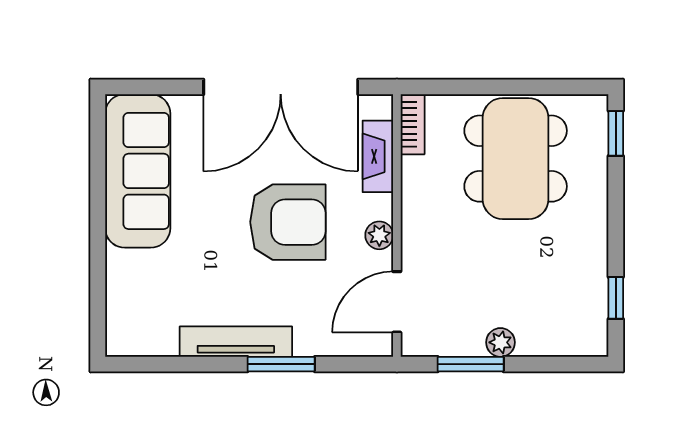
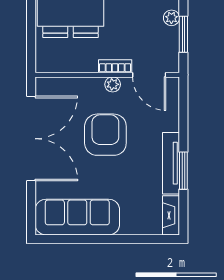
bookcase: (413, 124) -> (115, 66), moved
fireplace: (378, 156) -> (171, 215), moved, turned 90
window: (281, 364) -> (183, 171), moved

